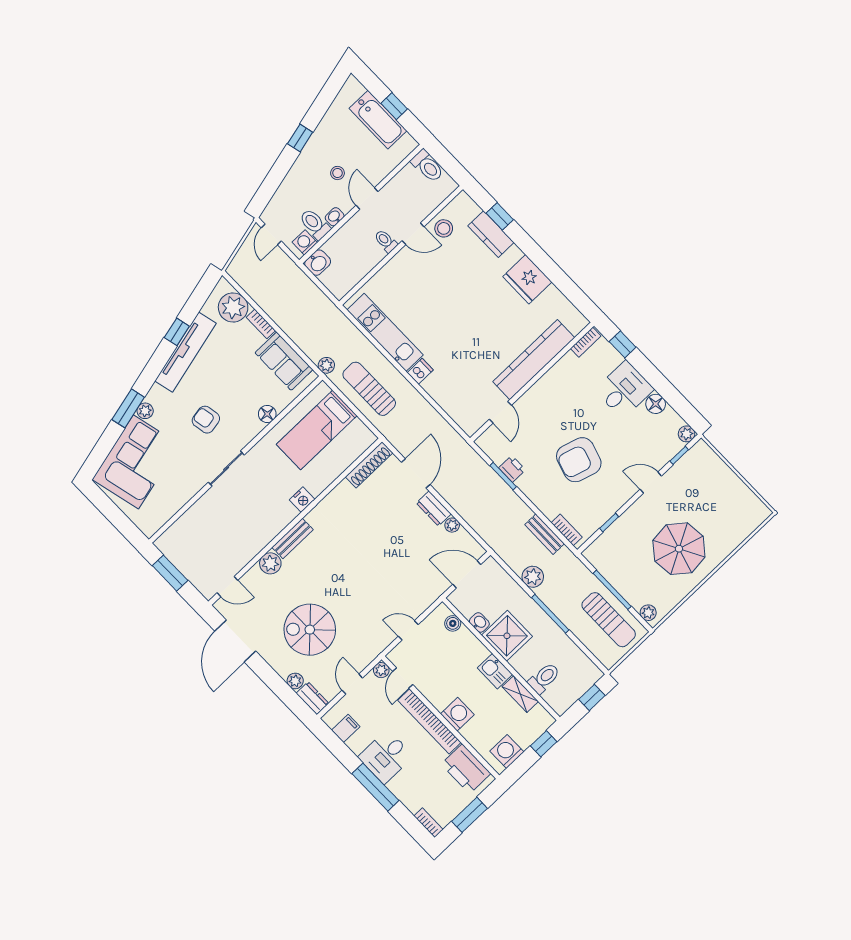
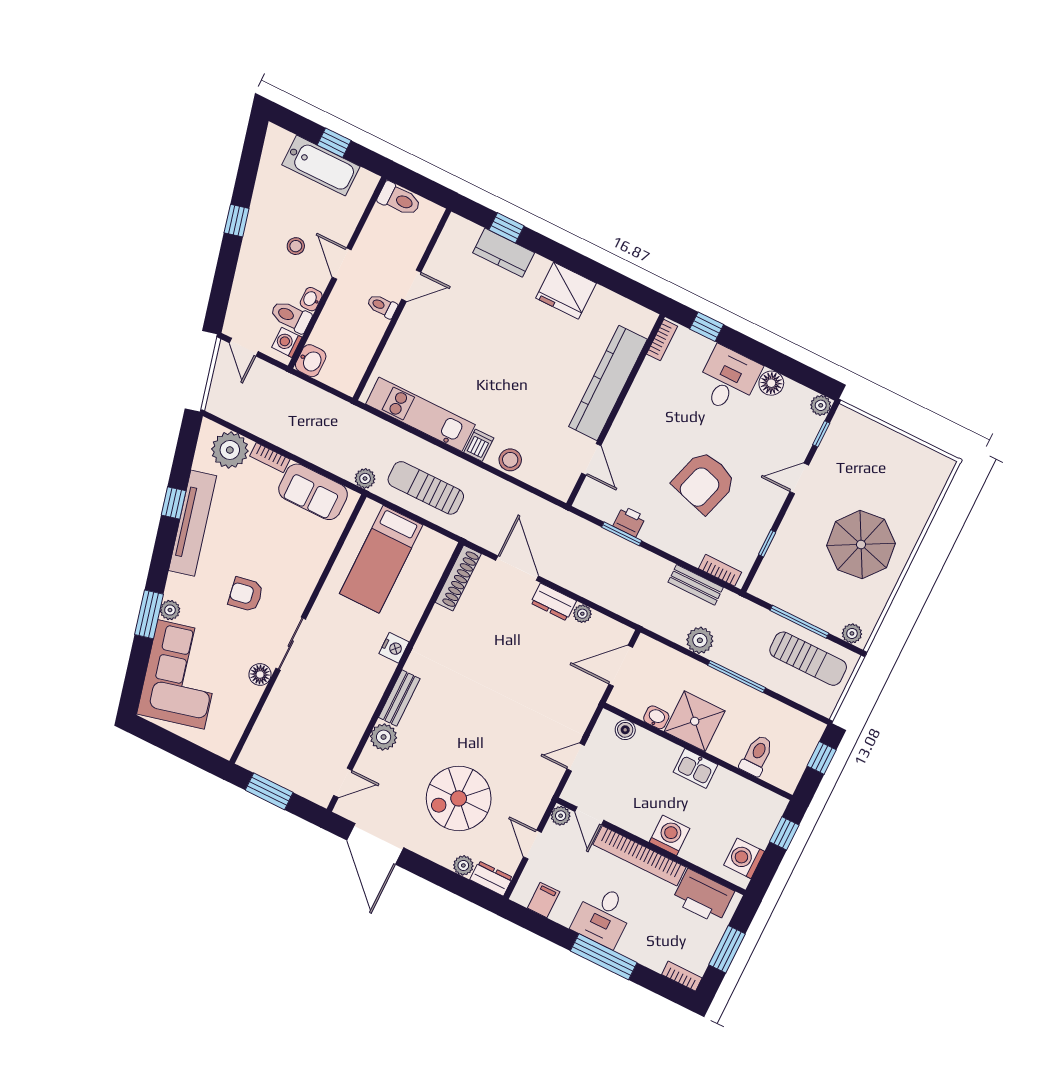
stool: (444, 228) -> (510, 460), moved
floor lamp: (267, 414) -> (260, 675), moved
shelving: (520, 694) -> (735, 785), removed

